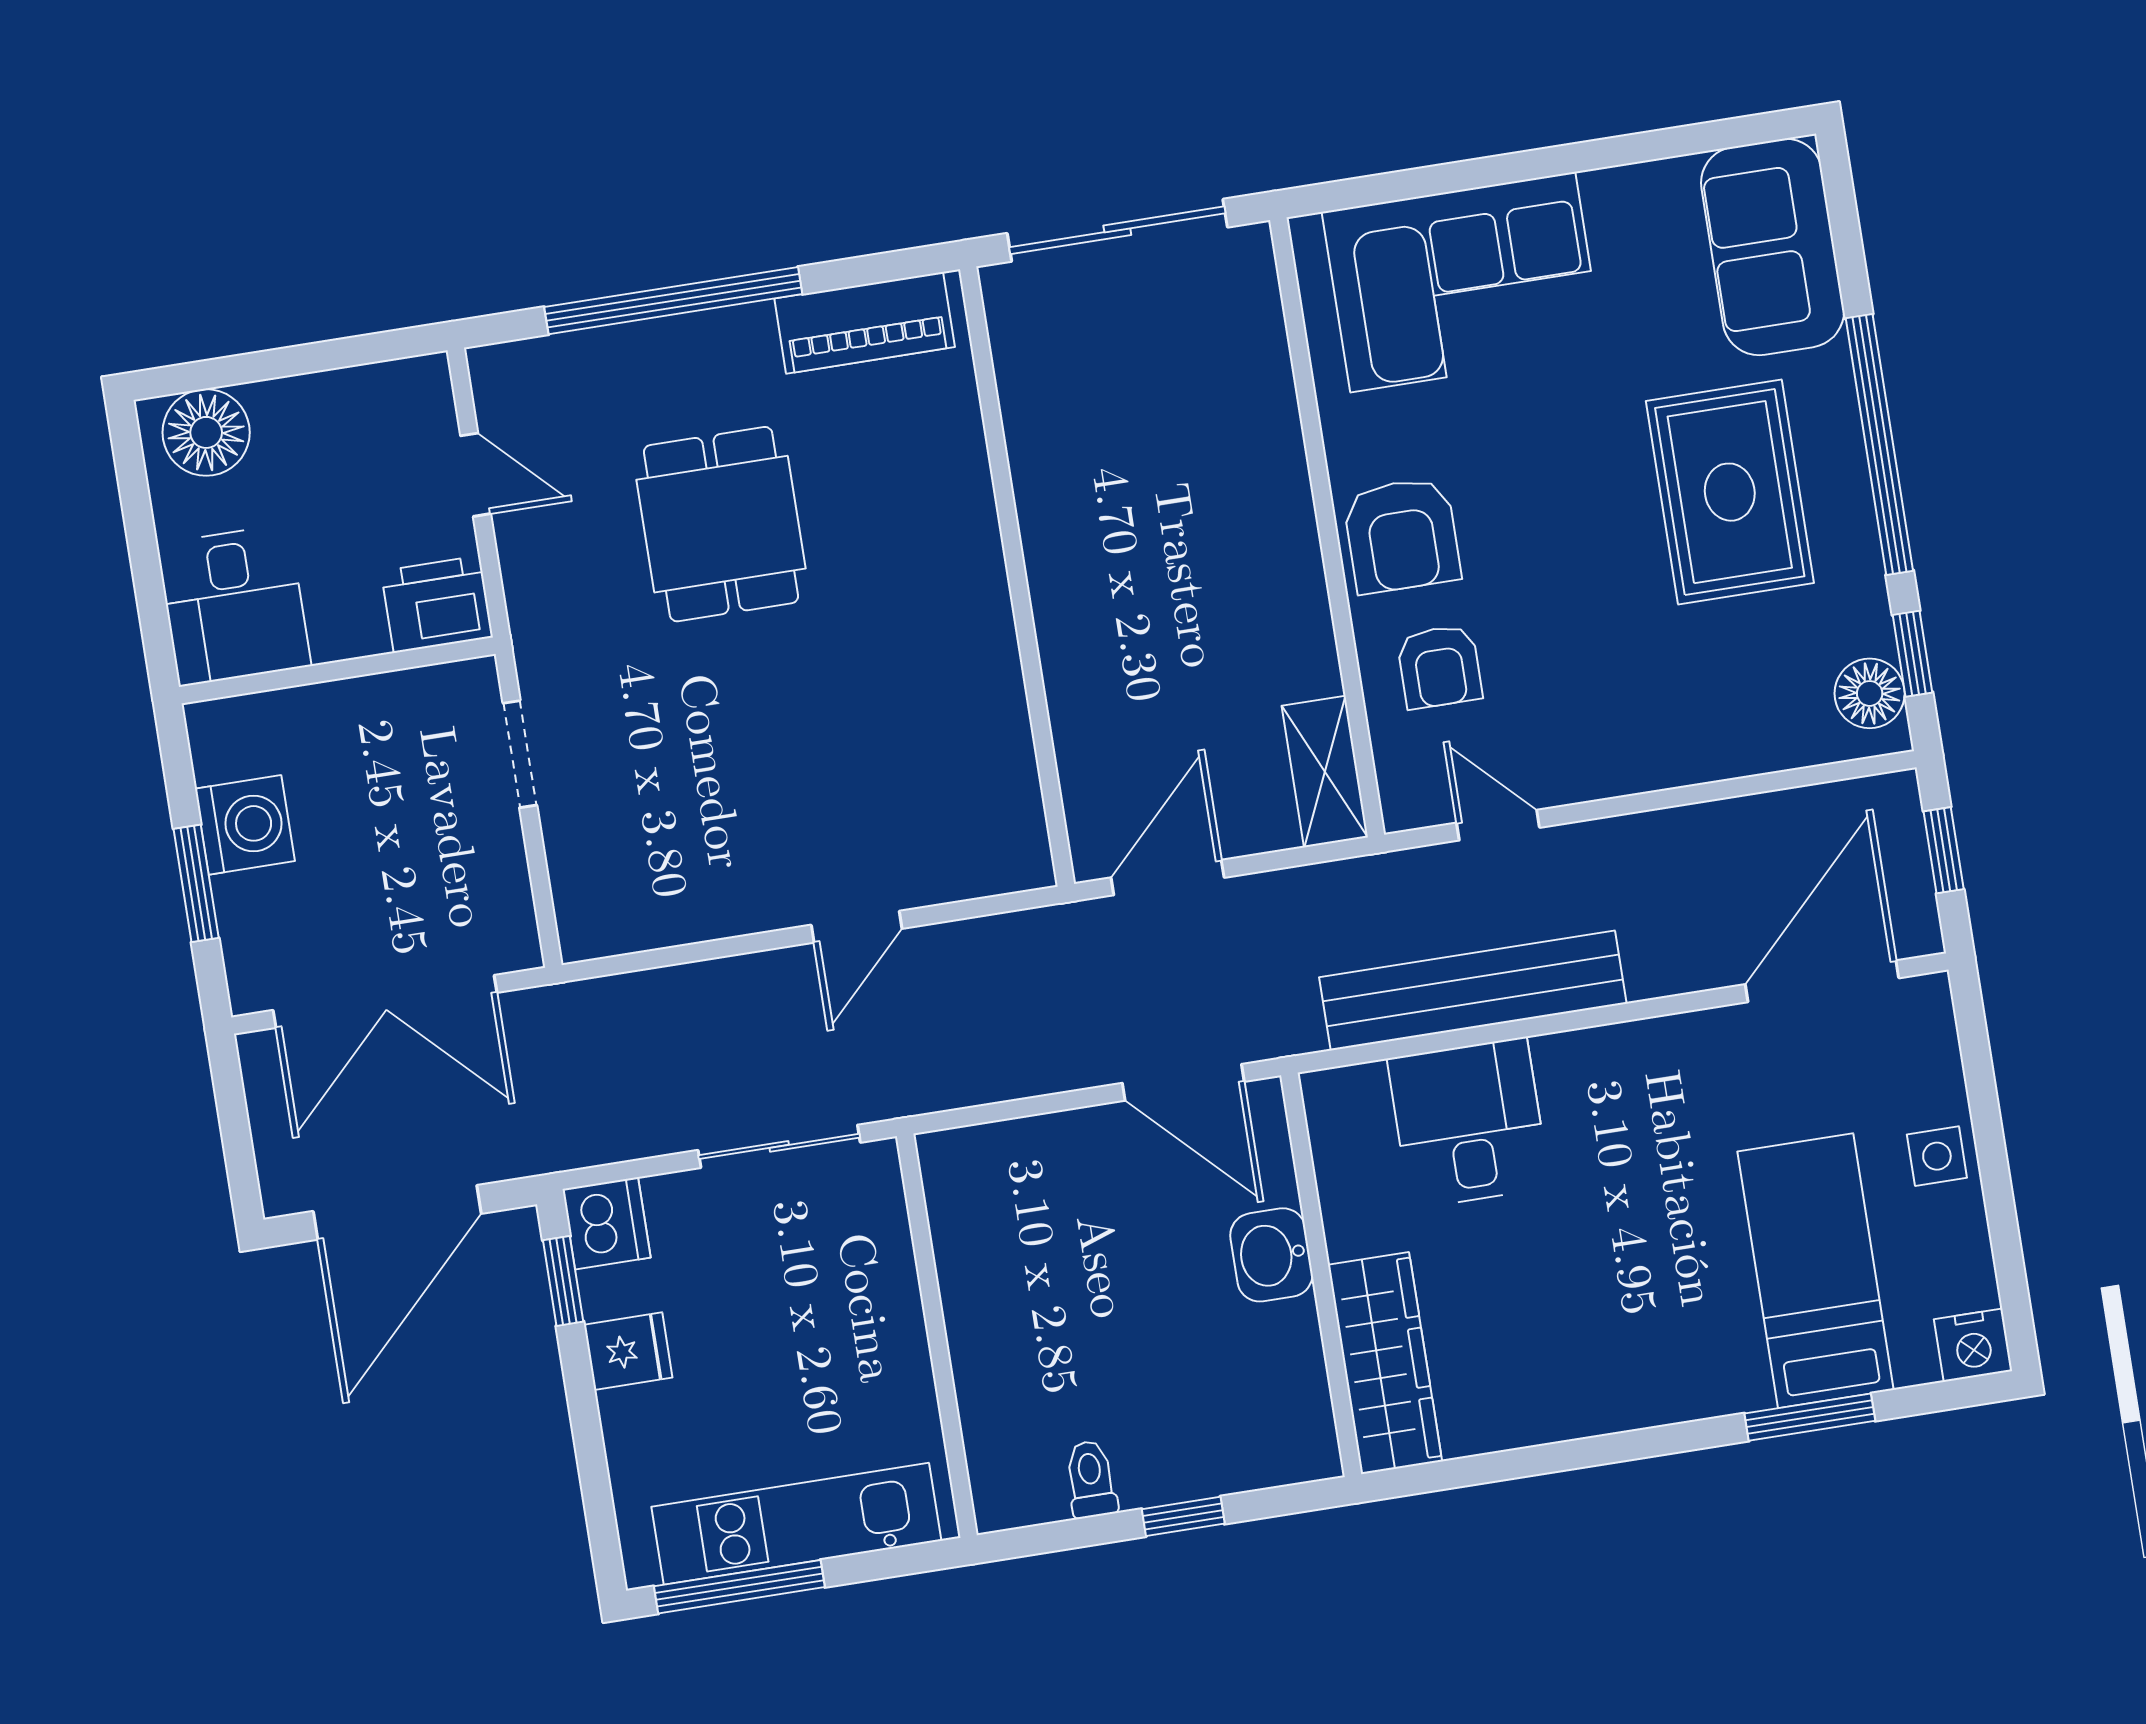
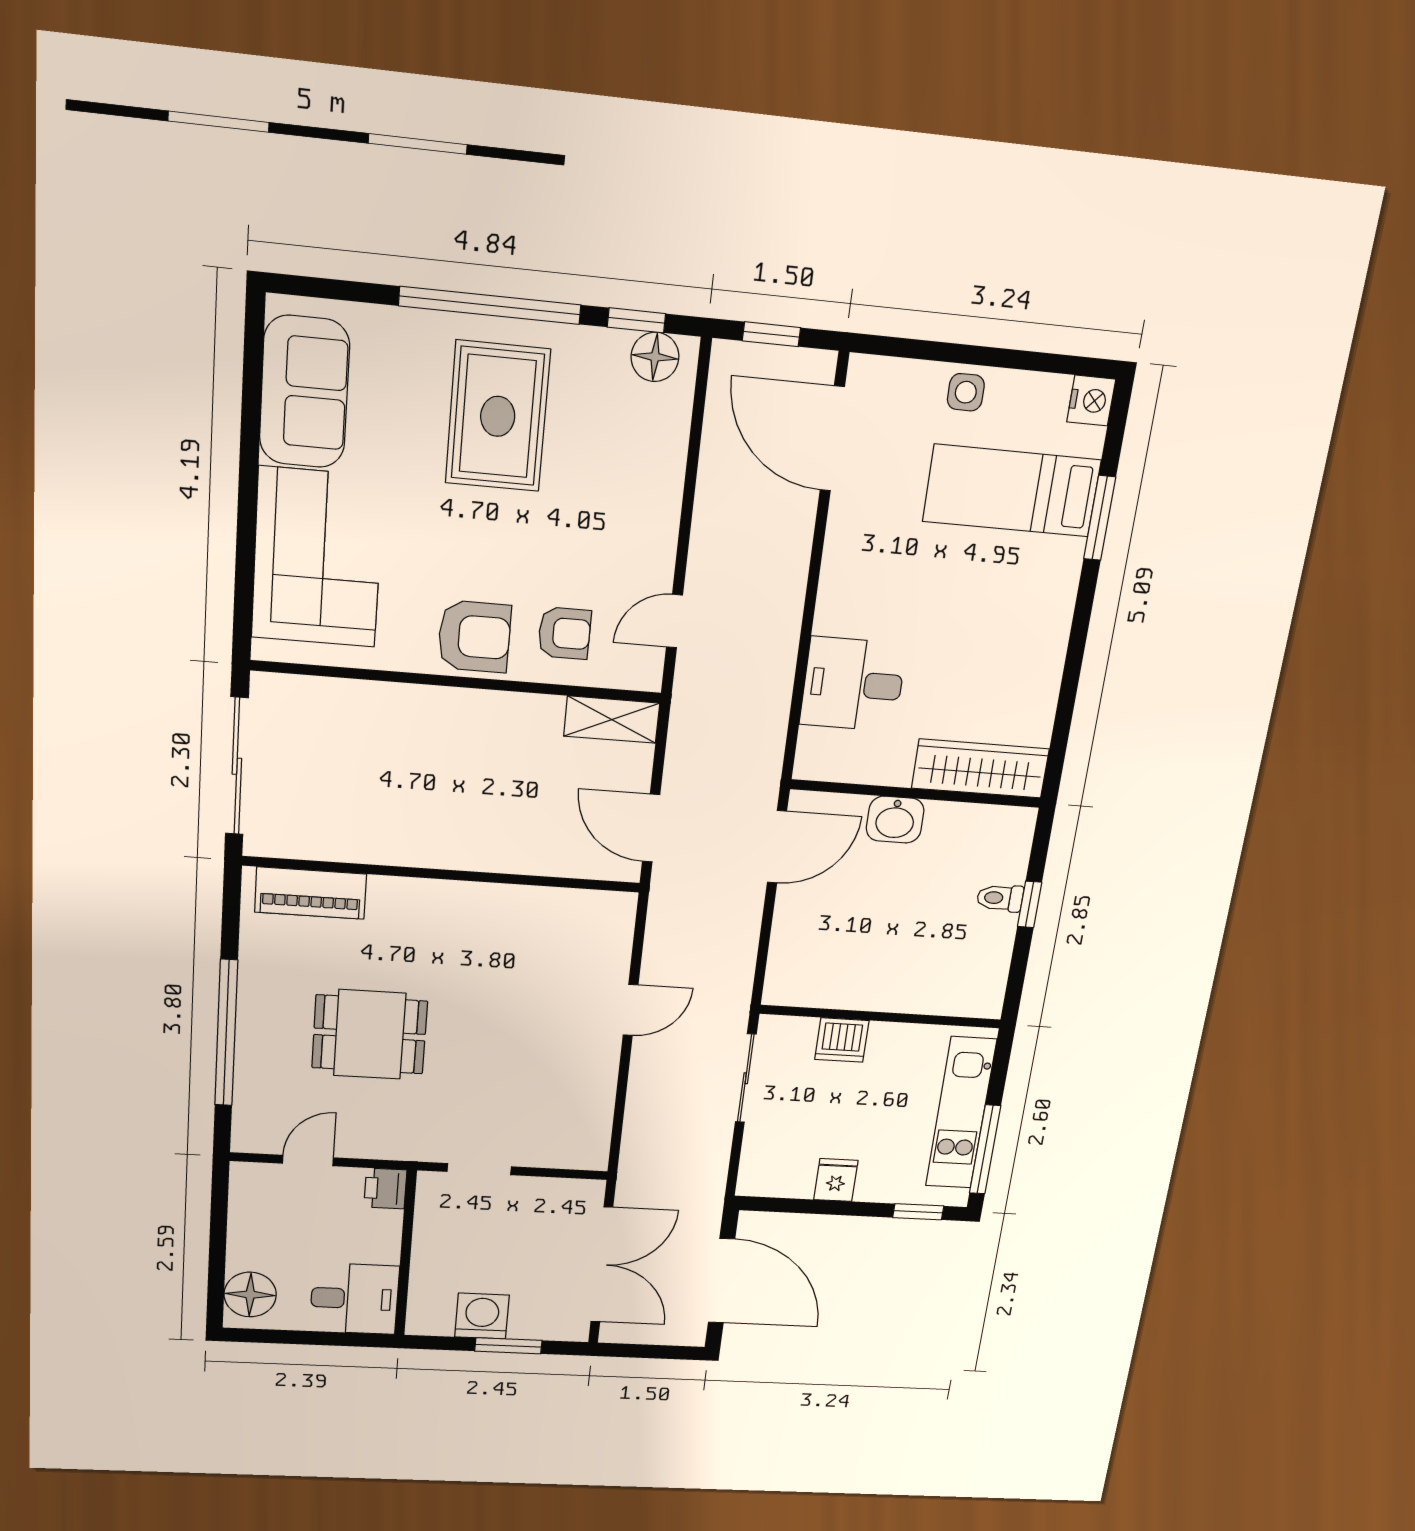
sofa: (1773, 247) -> (304, 392), moved, turned -90
piano: (865, 323) -> (311, 893), moved, turned 90
rug: (1730, 492) -> (498, 416), turned 90
printer: (437, 604) -> (385, 1189), width x0.73, depth x0.81
door: (857, 927) -> (631, 1010), hinge flipped
bench: (1473, 991) -> (773, 662), removed
dishwasher: (607, 1223) -> (842, 1040), moved, turned 180
window: (563, 1281) -> (918, 1212), moved
toilet: (1091, 1479) -> (1000, 898), moved

